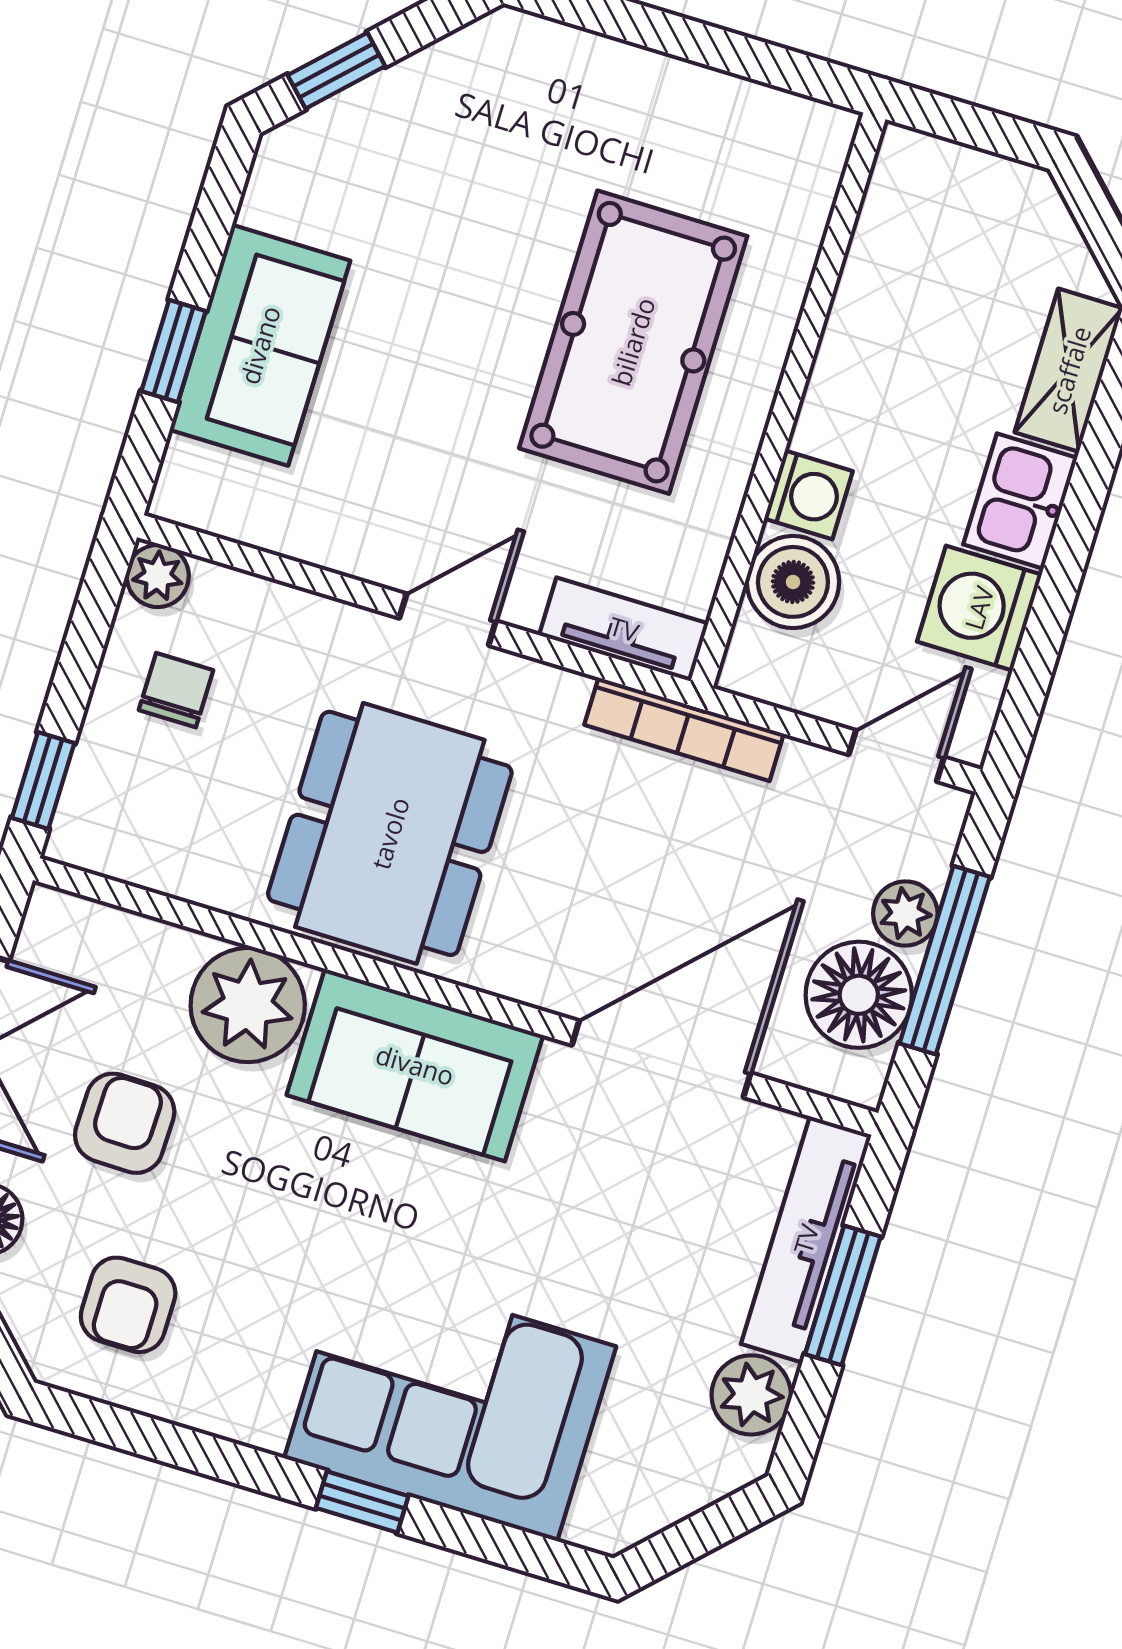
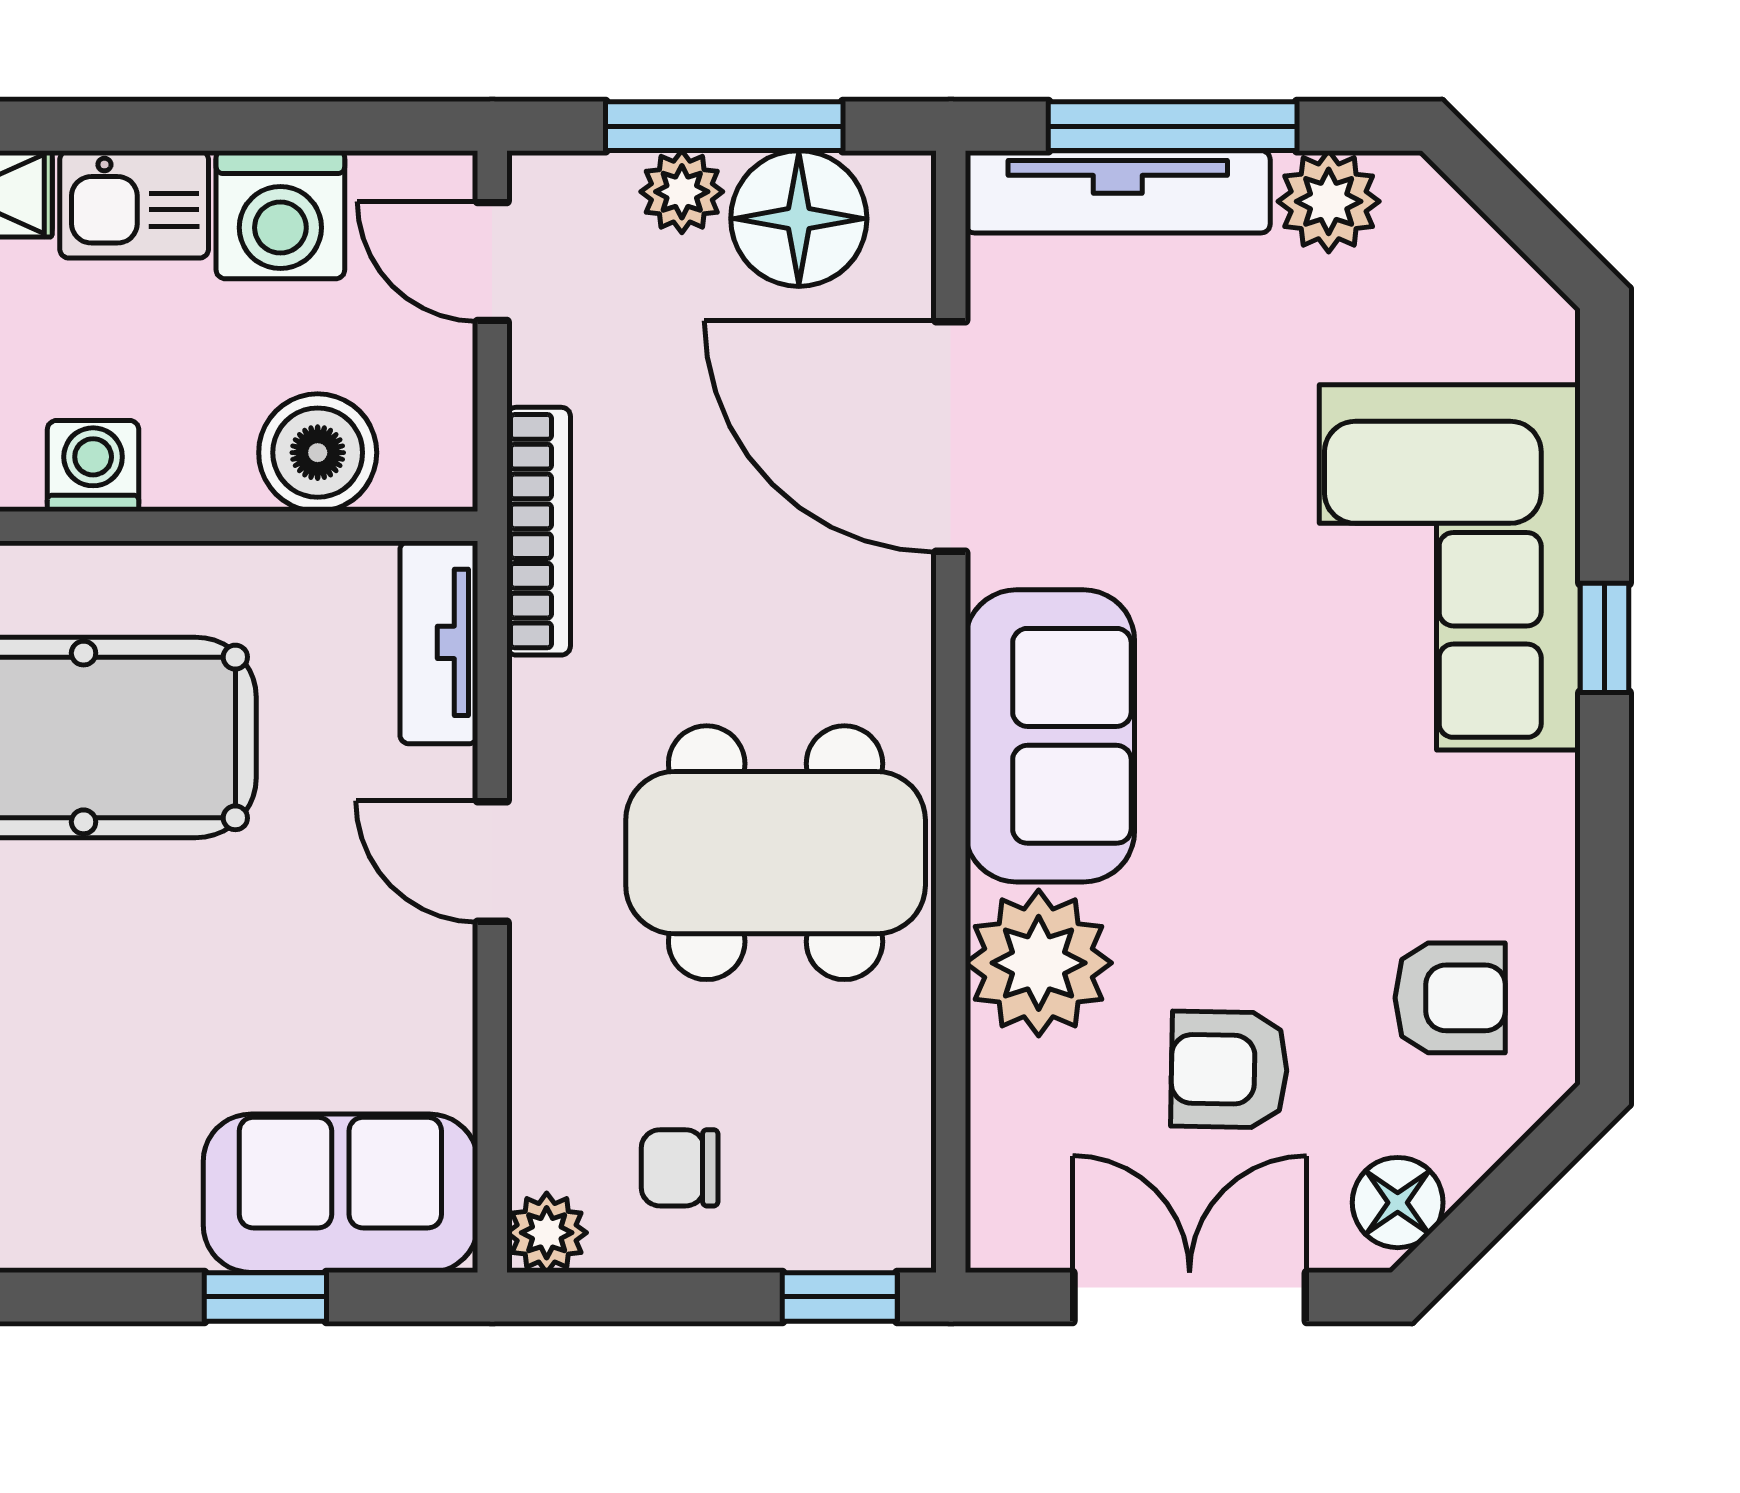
sofa: (260, 345) -> (340, 1193), moved
washing machine: (809, 495) -> (93, 466), moved
window: (843, 1295) -> (1173, 126), width x1.44

